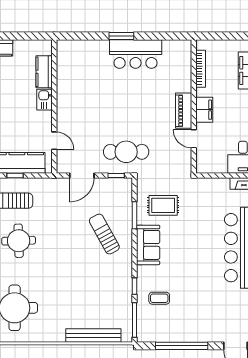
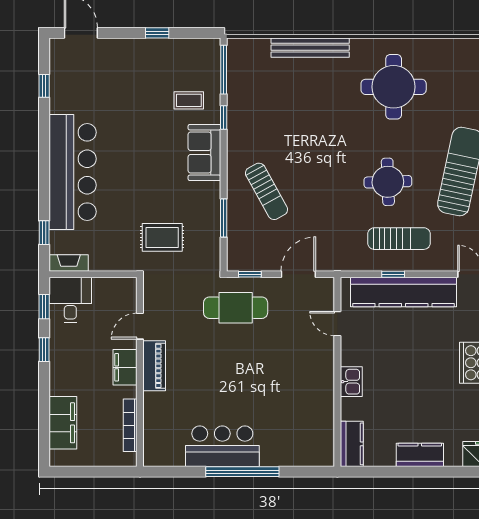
window: (121, 36) -> (242, 472), width x2.11
kitchen counter: (44, 72) -> (352, 444), moved
door: (194, 139) -> (140, 326), swing flipped
rug: (163, 205) -> (162, 237), moved
sofa: (148, 245) -> (204, 152), moved
bench: (93, 336) -> (310, 48), moved
window: (182, 346) -> (157, 33), width x0.32

